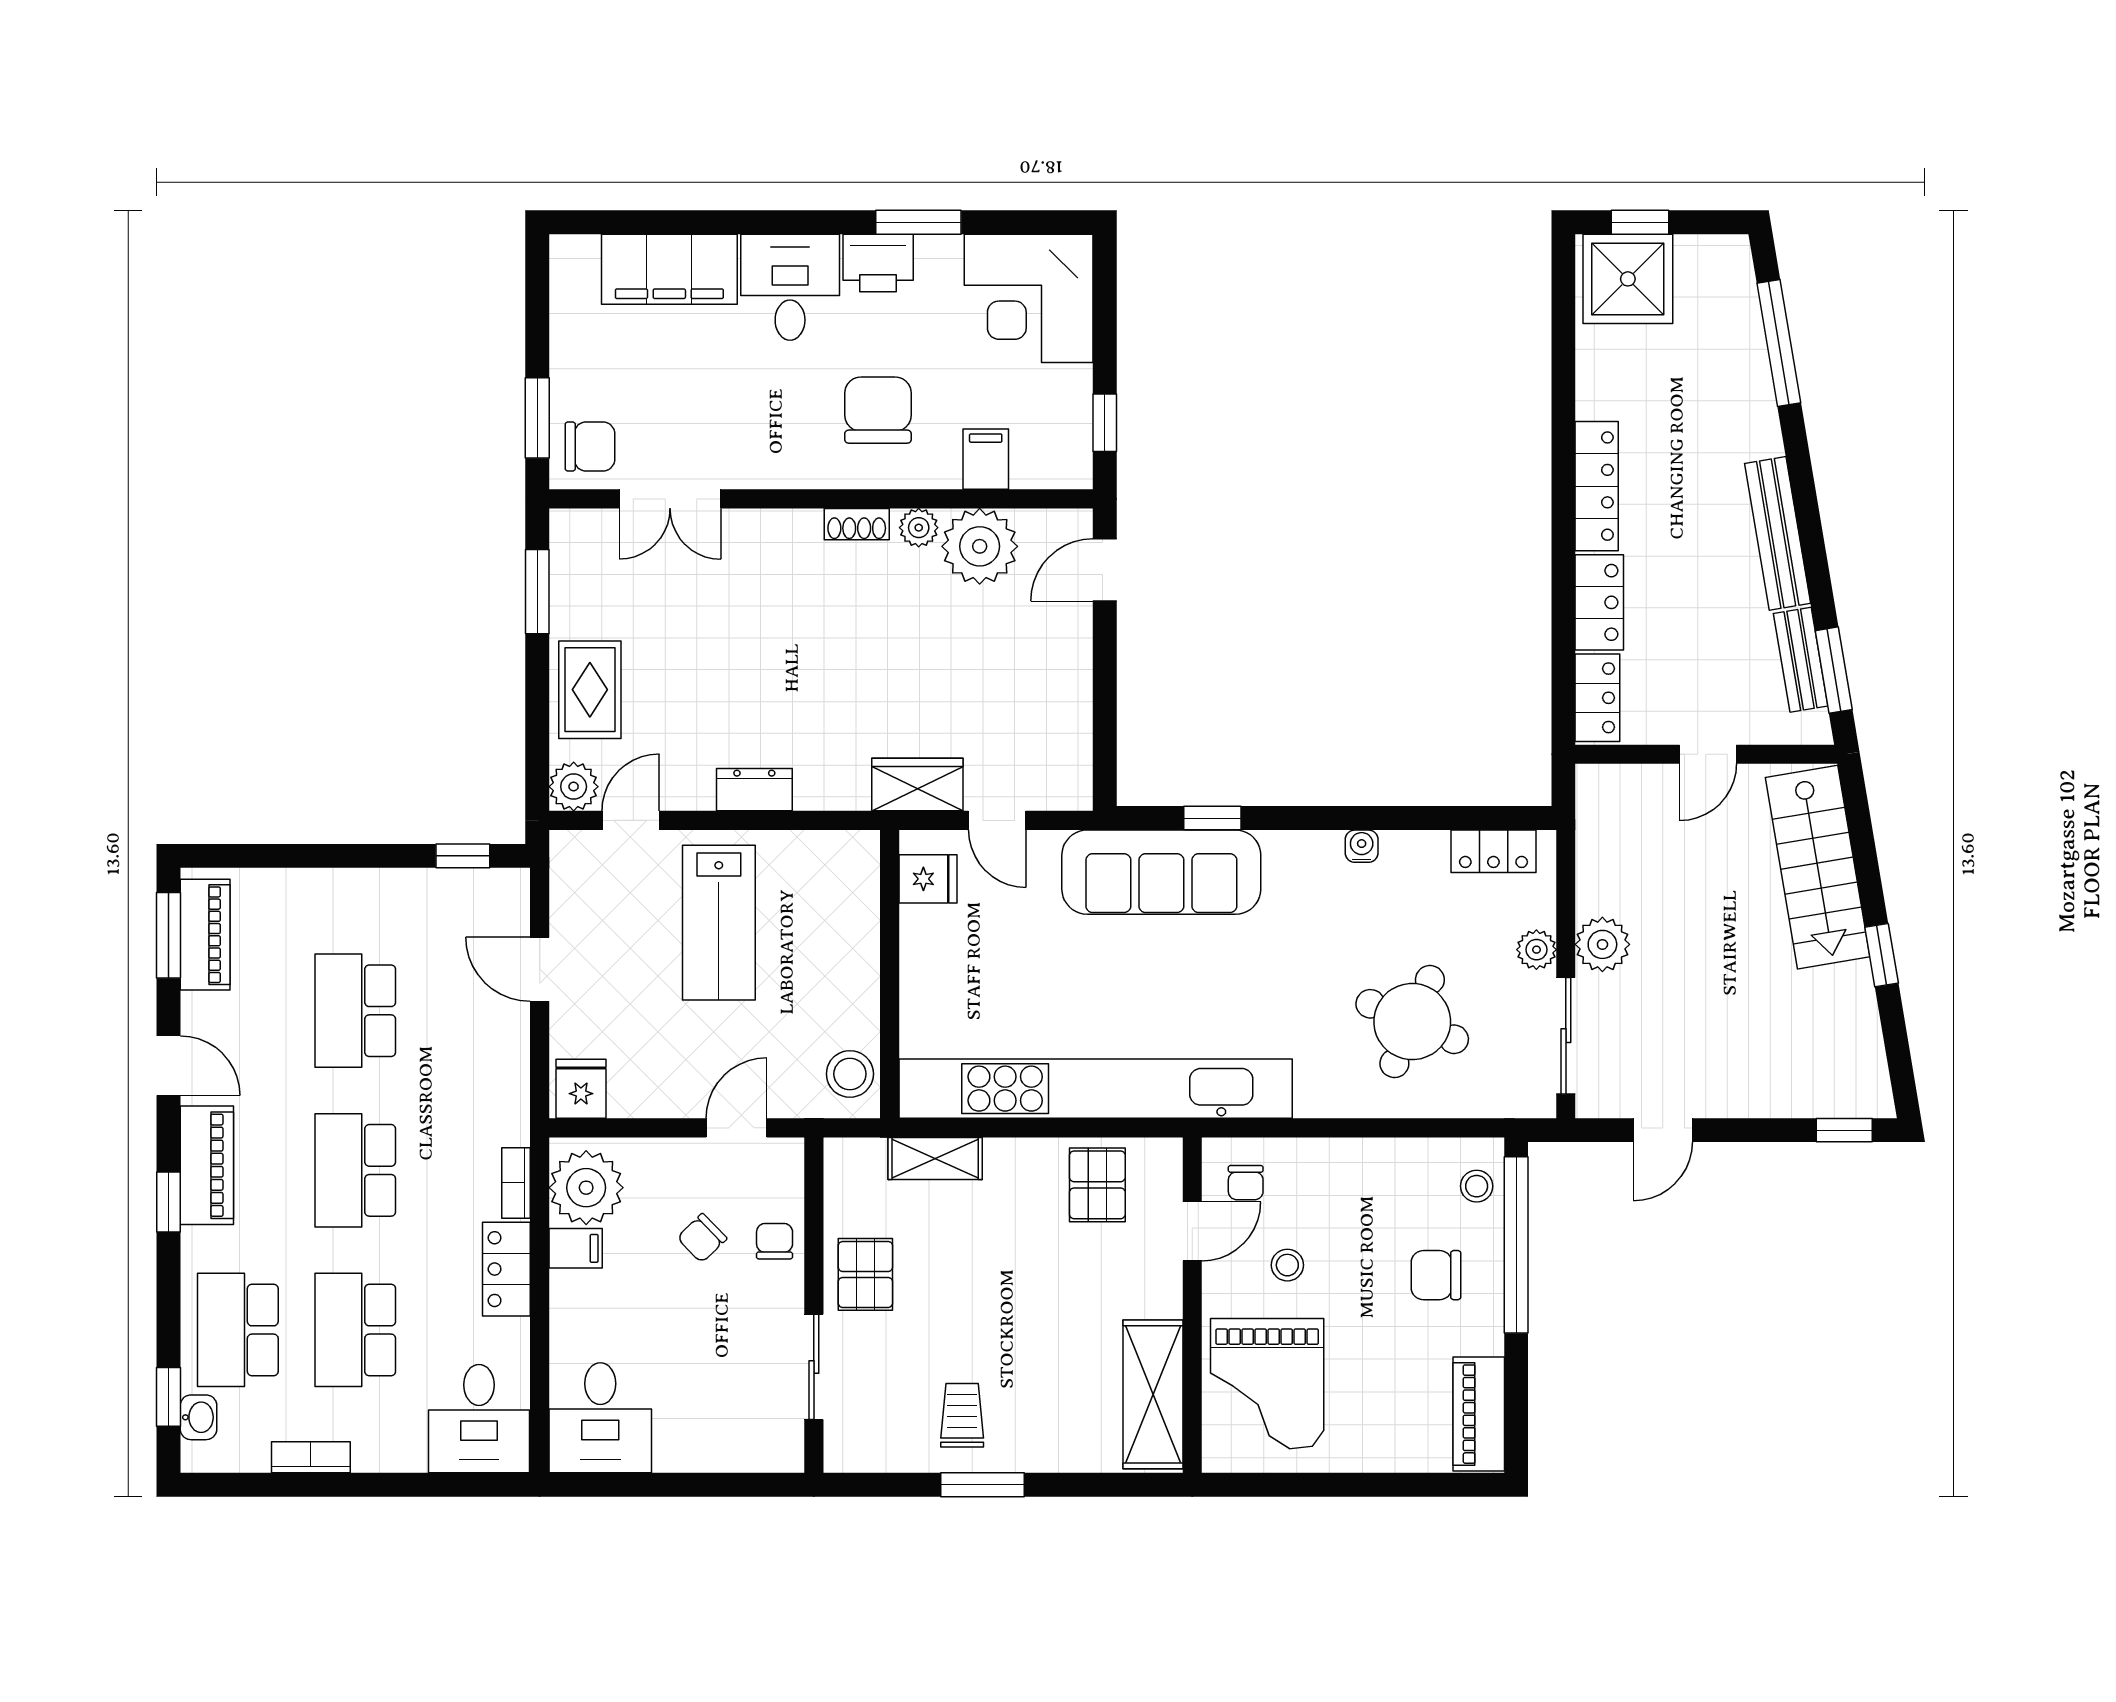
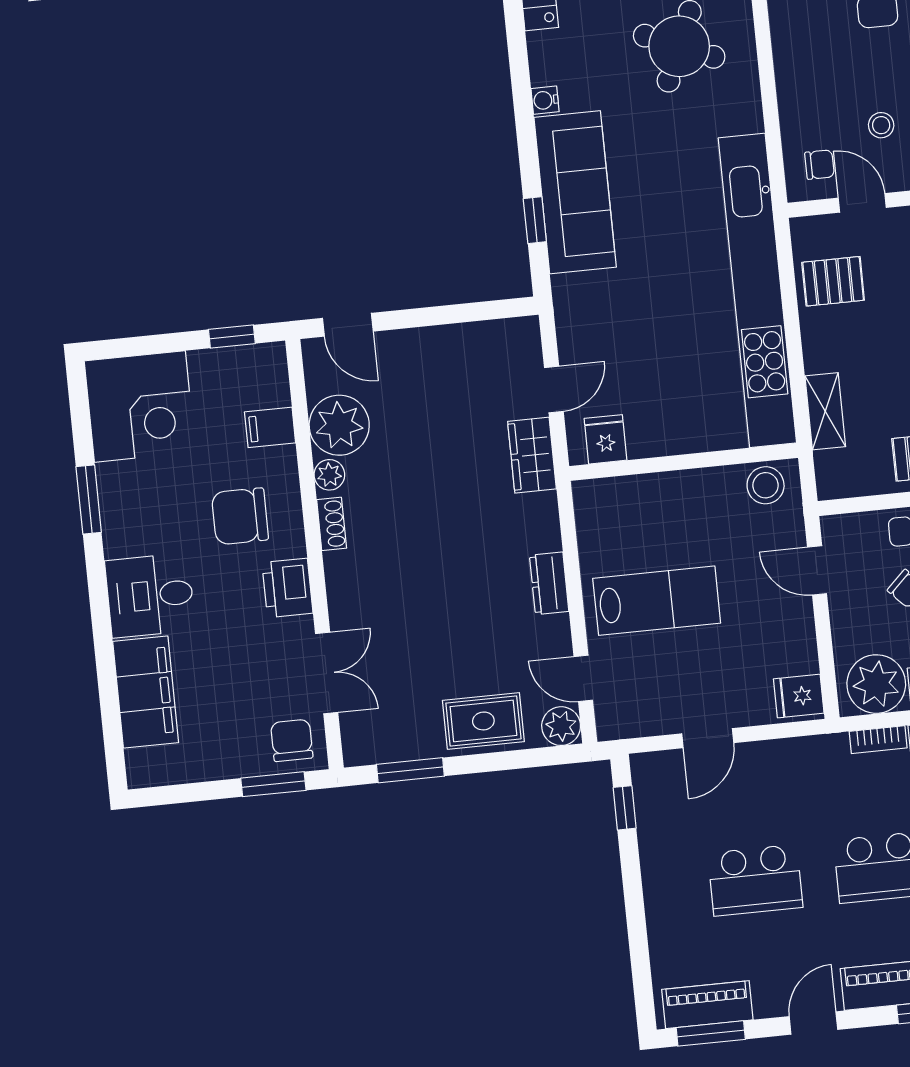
printer: (878, 263) -> (287, 588), moved, turned 180
sofa: (1161, 872) -> (575, 192), moved

